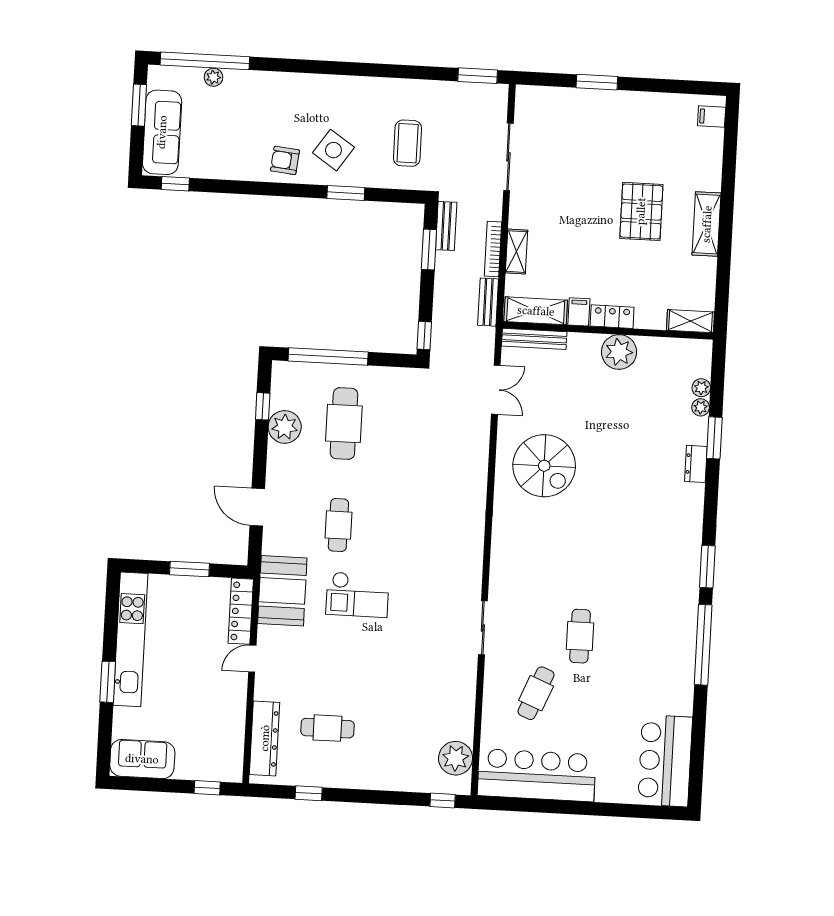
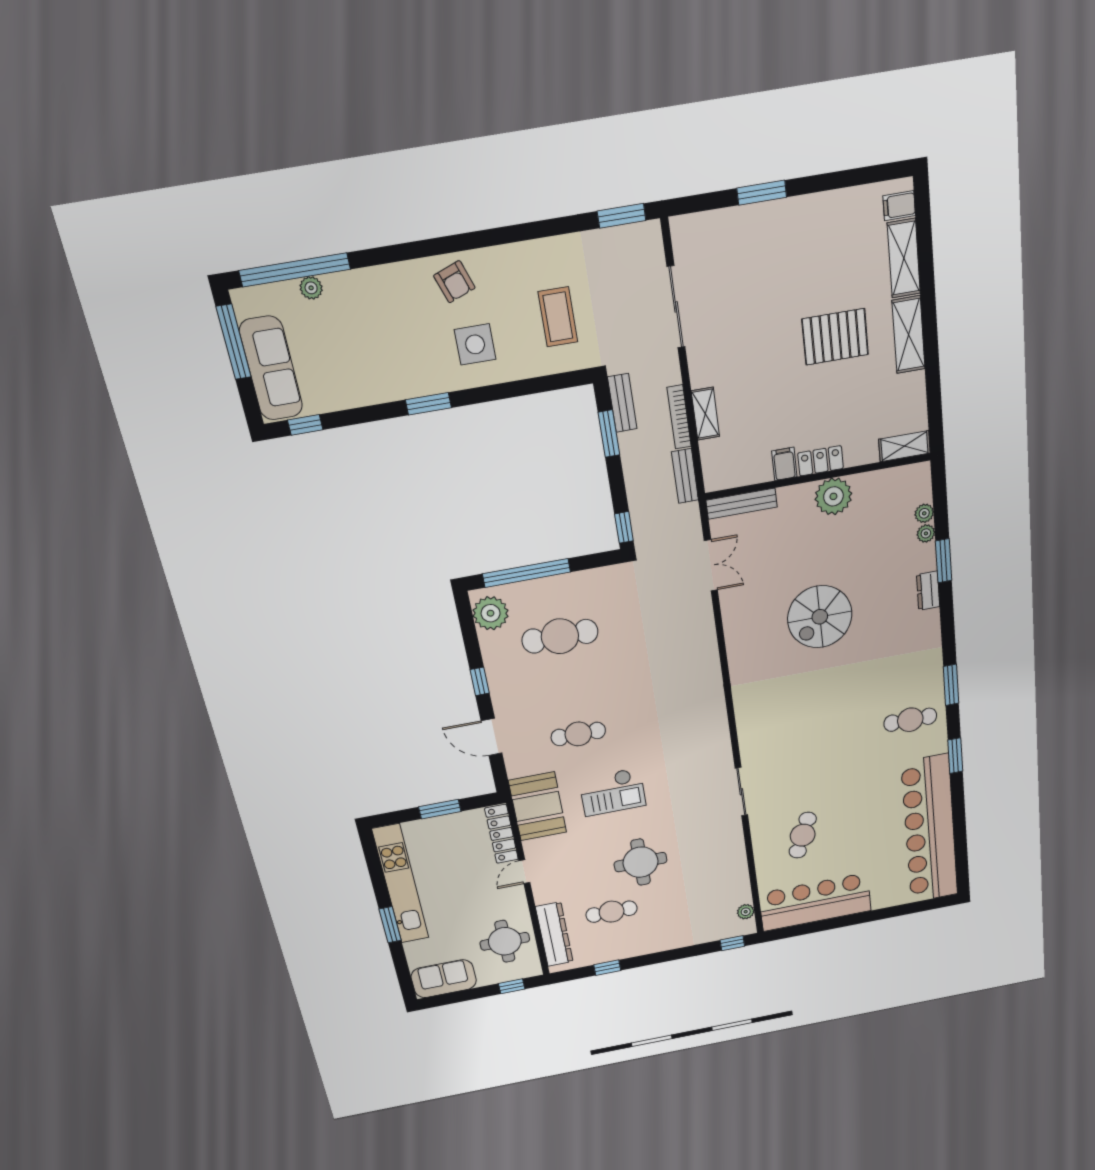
window: (139, 105) -> (234, 342), width x1.44
side table: (333, 150) -> (475, 344), turned -34
armchair: (285, 160) -> (454, 282), moved, turned -116
window: (346, 193) -> (428, 404), moved
pallet: (641, 211) -> (835, 337), turned 90
shelving: (536, 311) -> (904, 258), moved, turned 90
window: (263, 406) -> (480, 681), moved
cafe table: (344, 424) -> (560, 636), turned 90
plant: (285, 427) -> (491, 613), moved
spiral stairs: (544, 466) -> (820, 617), moved, turned 90
cafe table: (338, 525) -> (578, 734), turned 90
cafe table: (580, 636) -> (910, 720), moved, turned 90
window: (703, 645) -> (955, 756), width x0.47
round table: (368, 679) -> (641, 862), added
round table: (214, 733) -> (505, 941), added
plant: (456, 758) -> (746, 912), width x0.53, depth x0.53
bar counter: (665, 761) -> (930, 829), width x1.86

